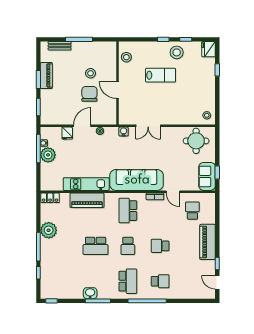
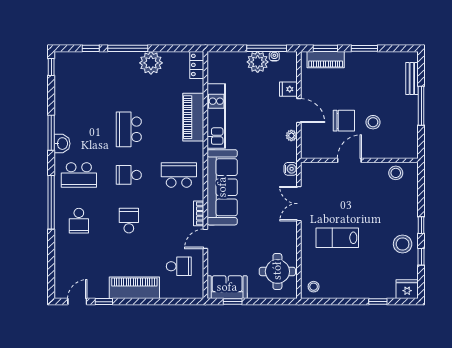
piano: (46, 75) -> (326, 60), moved
lab bench: (161, 75) -> (337, 238), moved, turned 90
washbasin: (90, 293) -> (62, 144), moved

